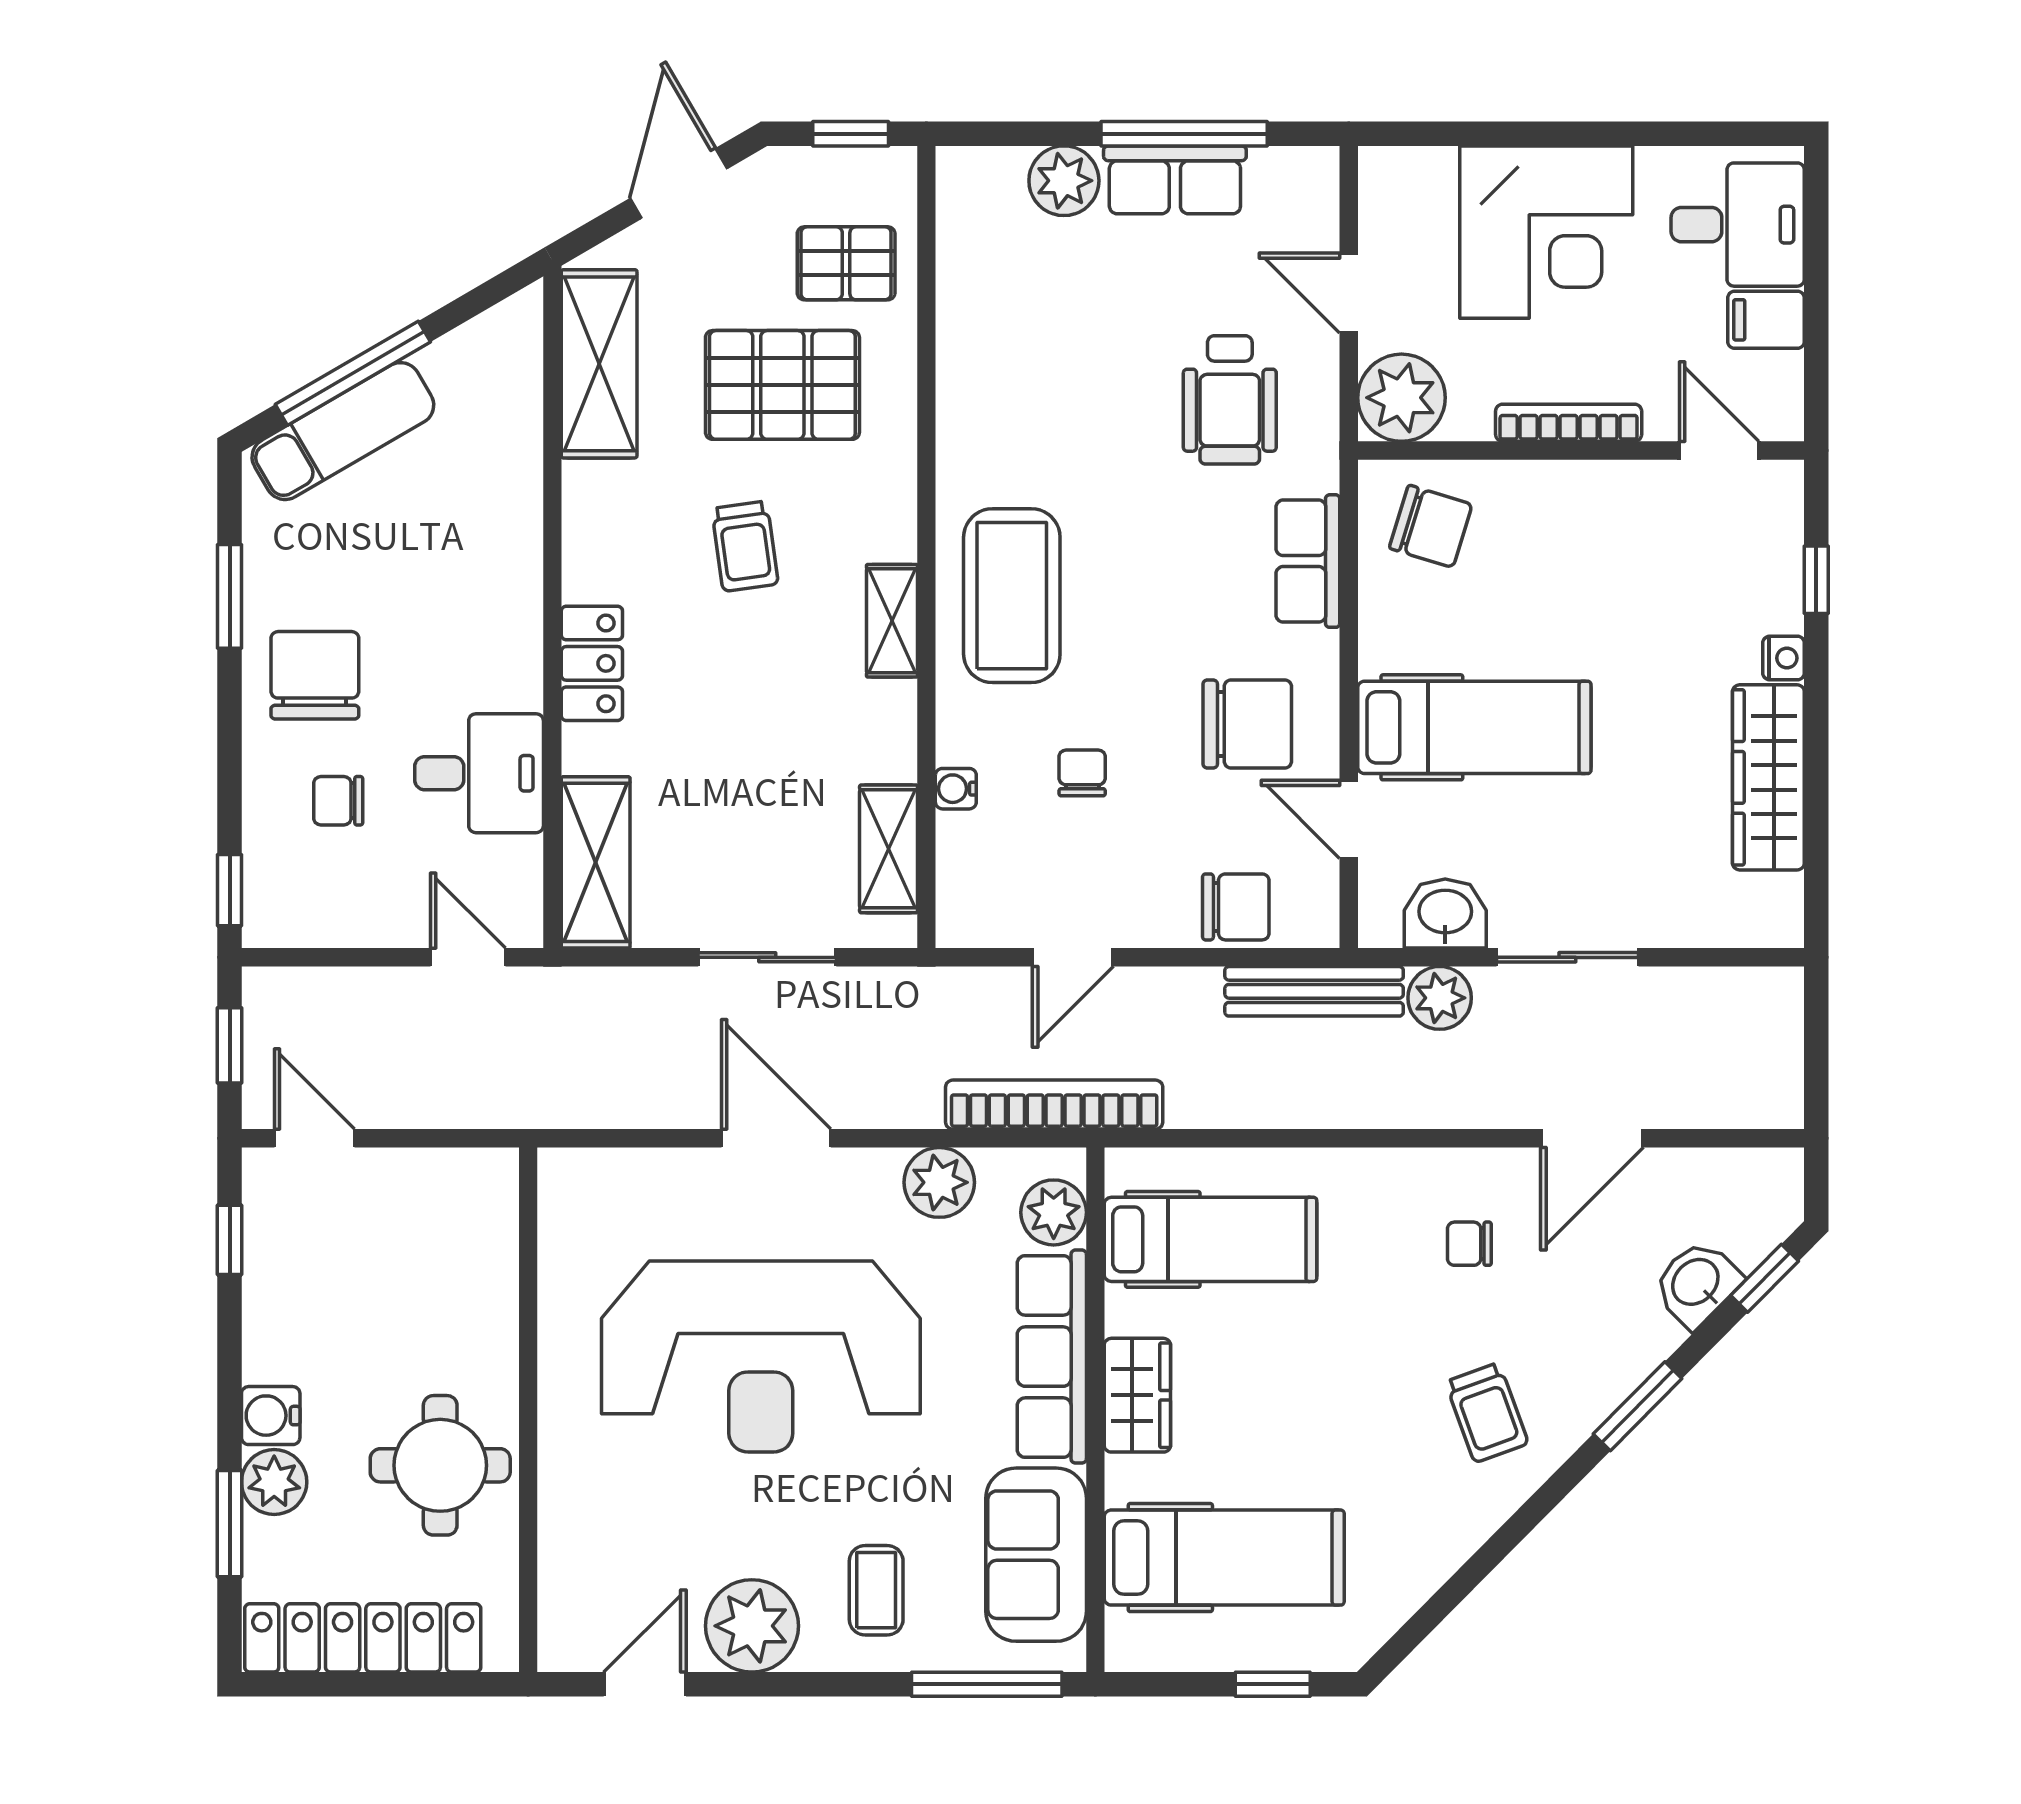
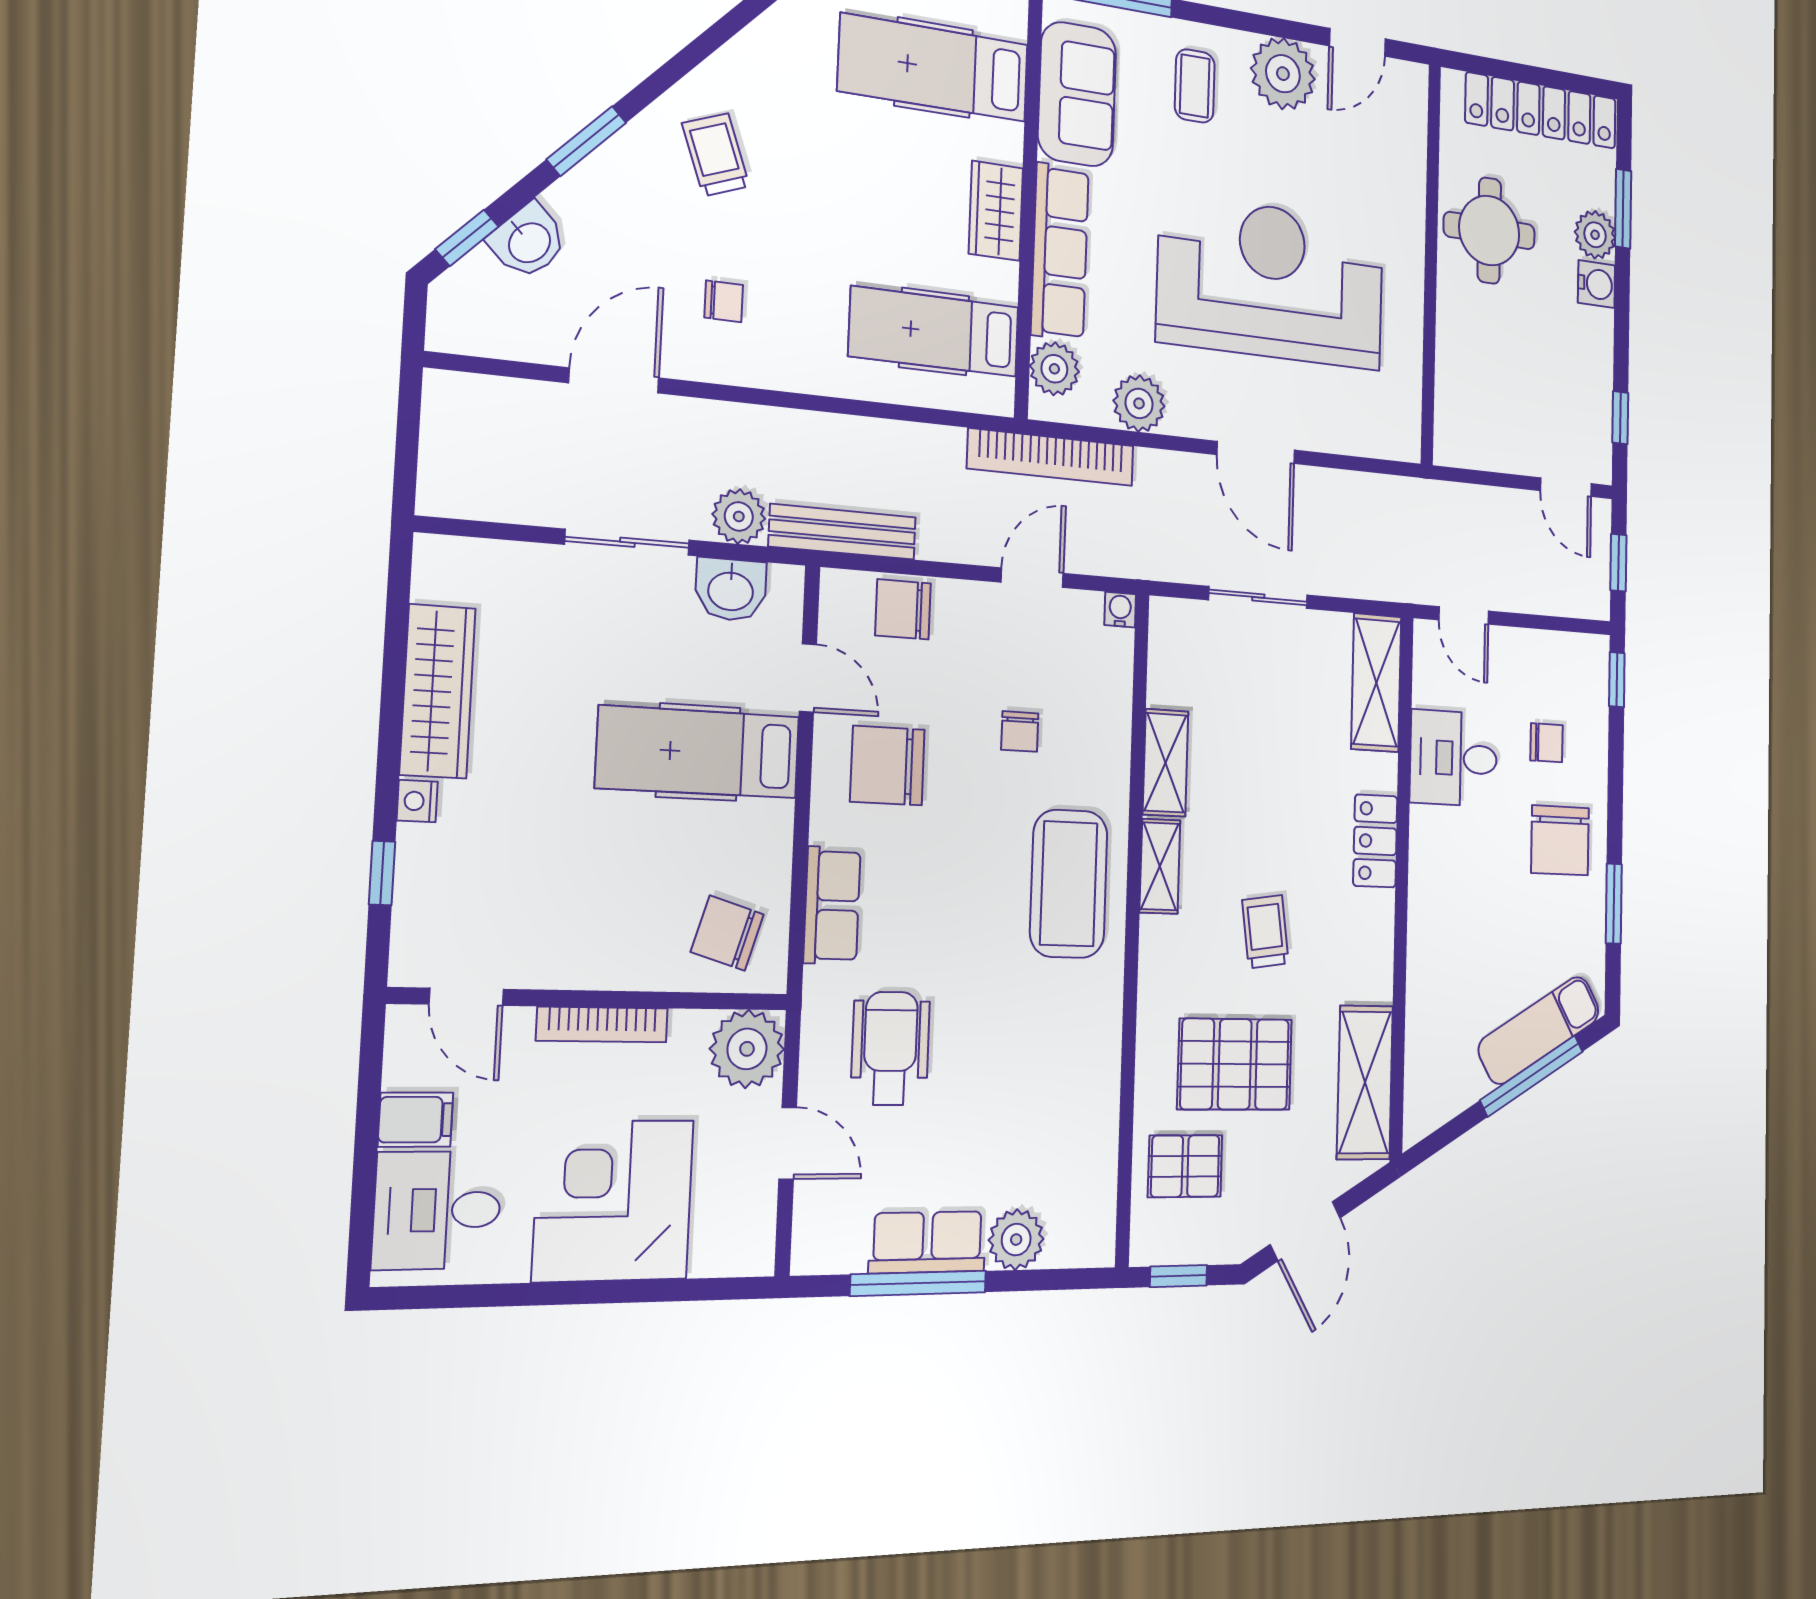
water cooler: (956, 789) -> (1120, 610), moved, turned -90
shelving: (889, 849) -> (1165, 763), moved

